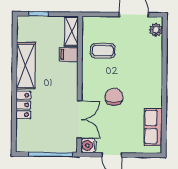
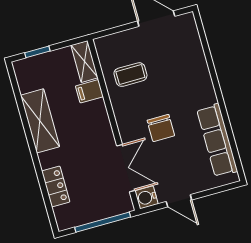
plant: (156, 30) -> (189, 29), removed
chair: (114, 97) -> (161, 128), turned 180
locker: (23, 105) -> (56, 186), moved
row of seats: (153, 127) -> (217, 140), width x1.48

